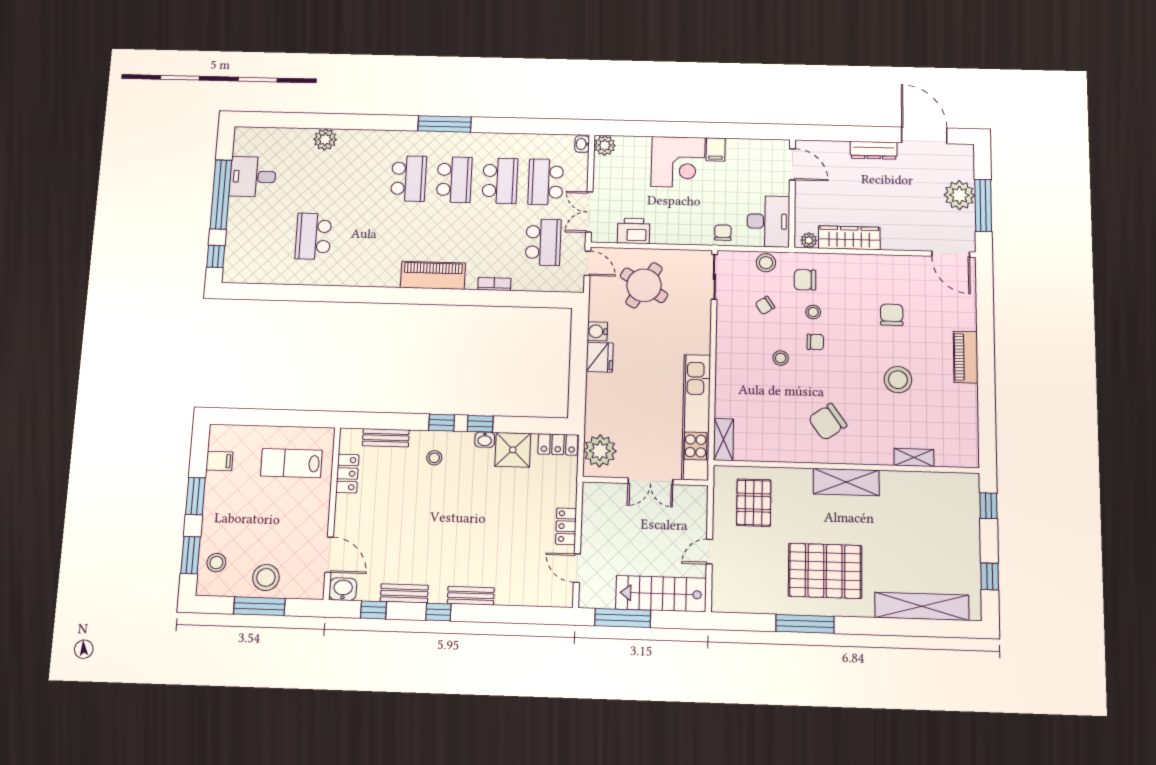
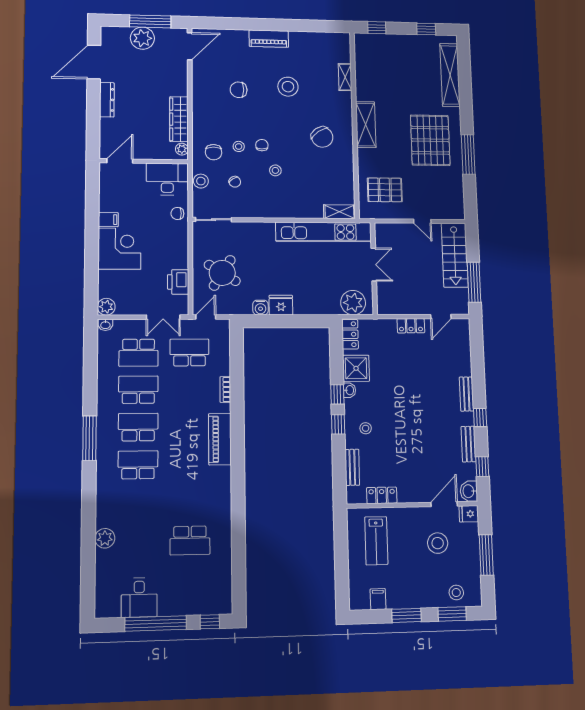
stool: (266, 577) -> (438, 543), moved
fridge: (314, 587) -> (469, 514), added

